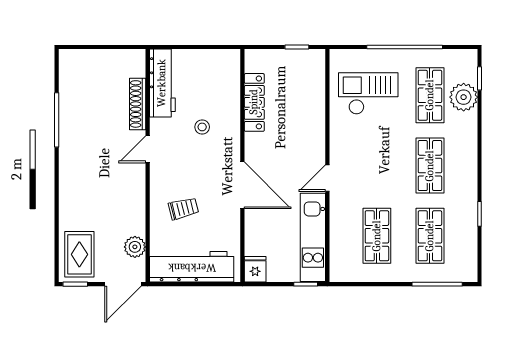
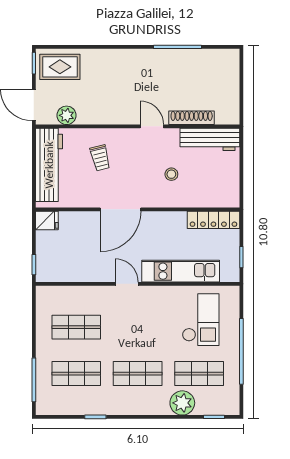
plant: (464, 97) -> (182, 403), moved
locker: (254, 102) -> (213, 220), moved
kitchen unit: (313, 237) -> (181, 271), moved

